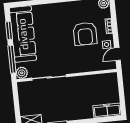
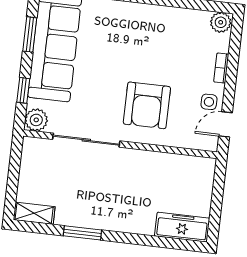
armchair: (85, 34) -> (147, 105), moved
window: (12, 59) -> (23, 90), width x0.46

